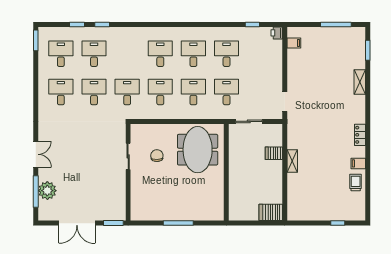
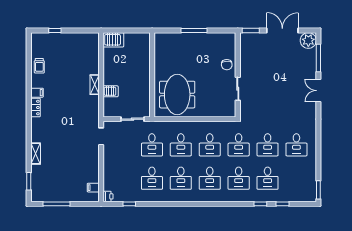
desk: (61, 54) -> (239, 178), moved
chair: (157, 156) -> (227, 65), moved
filing cabinet: (358, 163) -> (37, 93), moved
plant: (47, 191) -> (308, 40), moved

